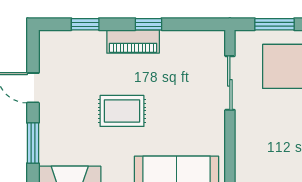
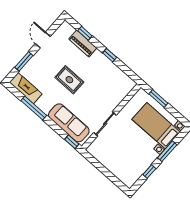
piano: (133, 41) -> (83, 43), moved
sliding door: (230, 83) -> (105, 124), moved

